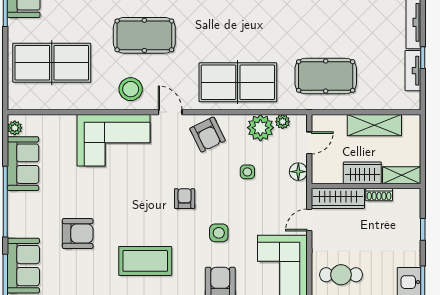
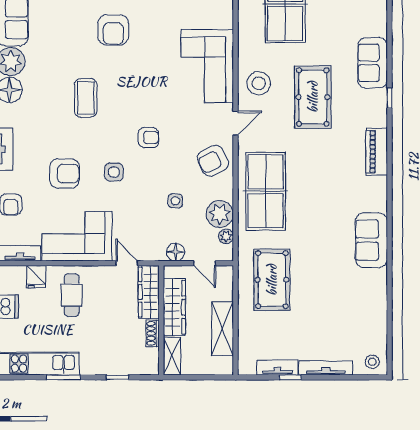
wardrobe: (362, 173) -> (174, 307), width x1.50
coffee table: (145, 261) -> (86, 98), width x0.73, depth x0.76

